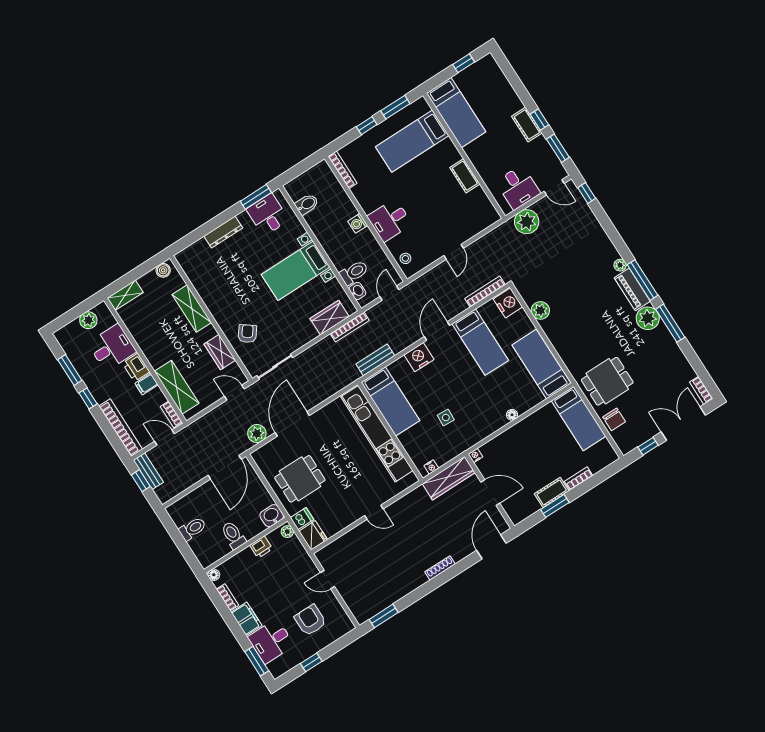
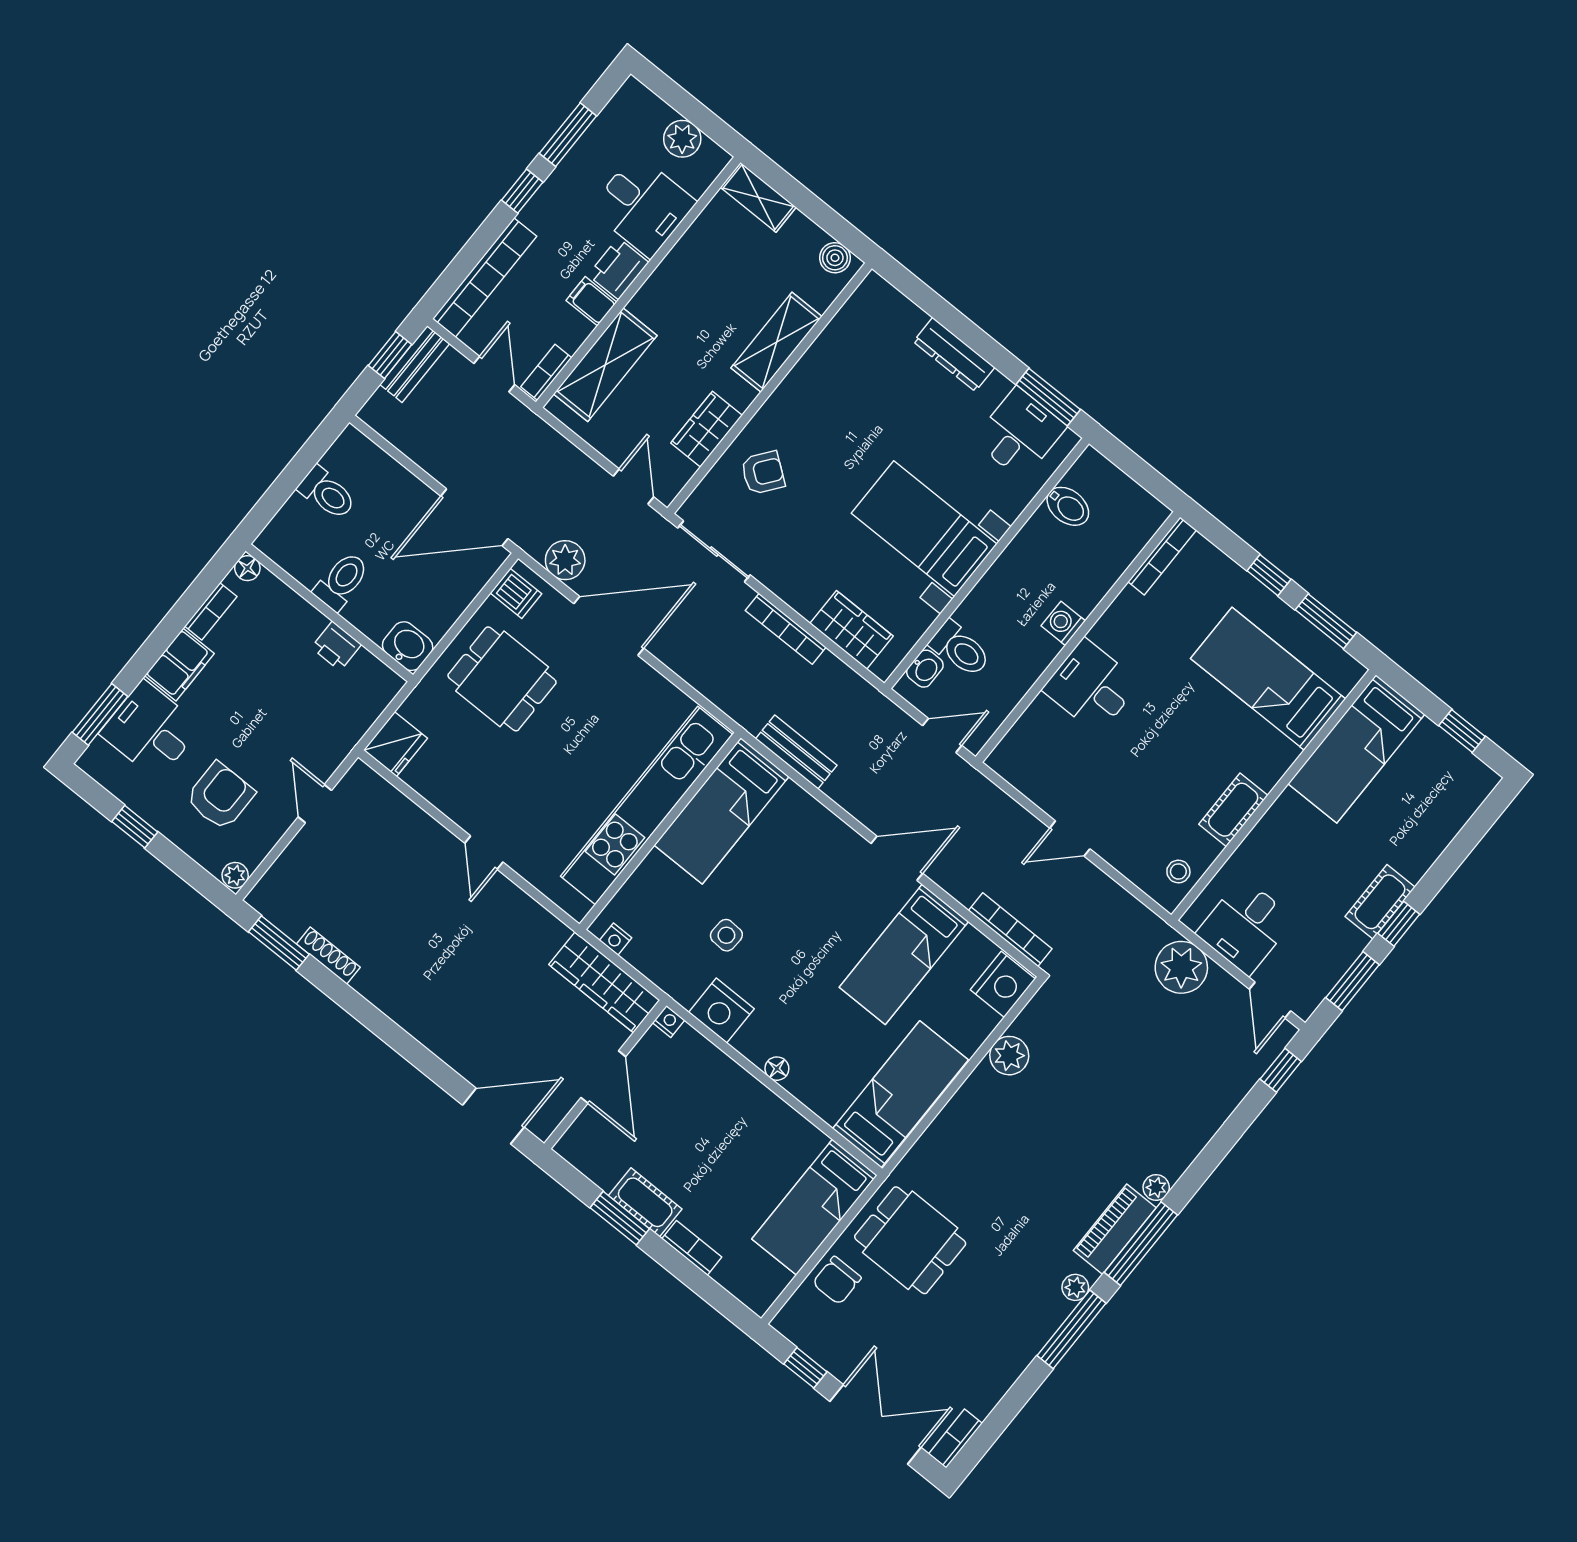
stool: (405, 258) -> (1178, 872), moved
plant: (648, 318) -> (1075, 1287), width x0.53, depth x0.53
bookcase: (350, 327) -> (786, 629), moved
nightstand: (419, 357) -> (721, 1011), moved, turned 180
dishwasher: (302, 519) -> (516, 593), moved
plant: (287, 532) -> (235, 875), moved
shoe rack: (440, 568) -> (328, 956), moved

